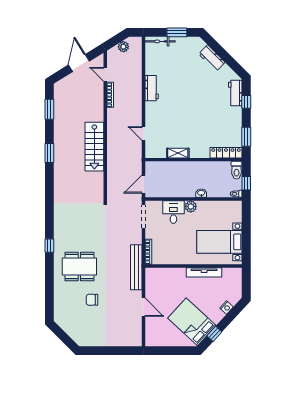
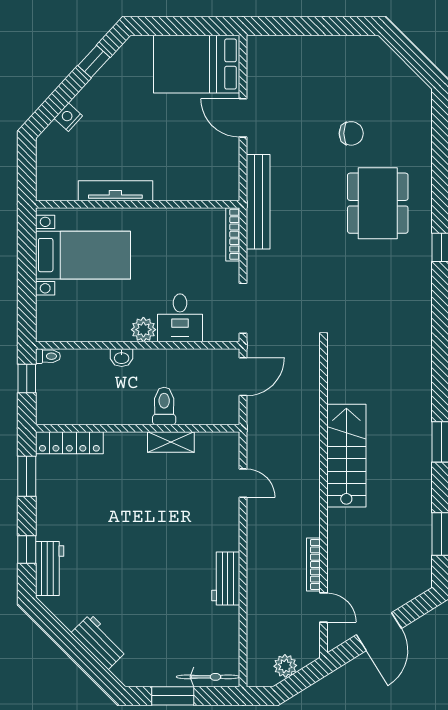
toilet: (237, 170) -> (164, 406), moved
dining table: (79, 267) -> (378, 203), turned 90
bed: (192, 322) -> (197, 64), moved, turned 137

